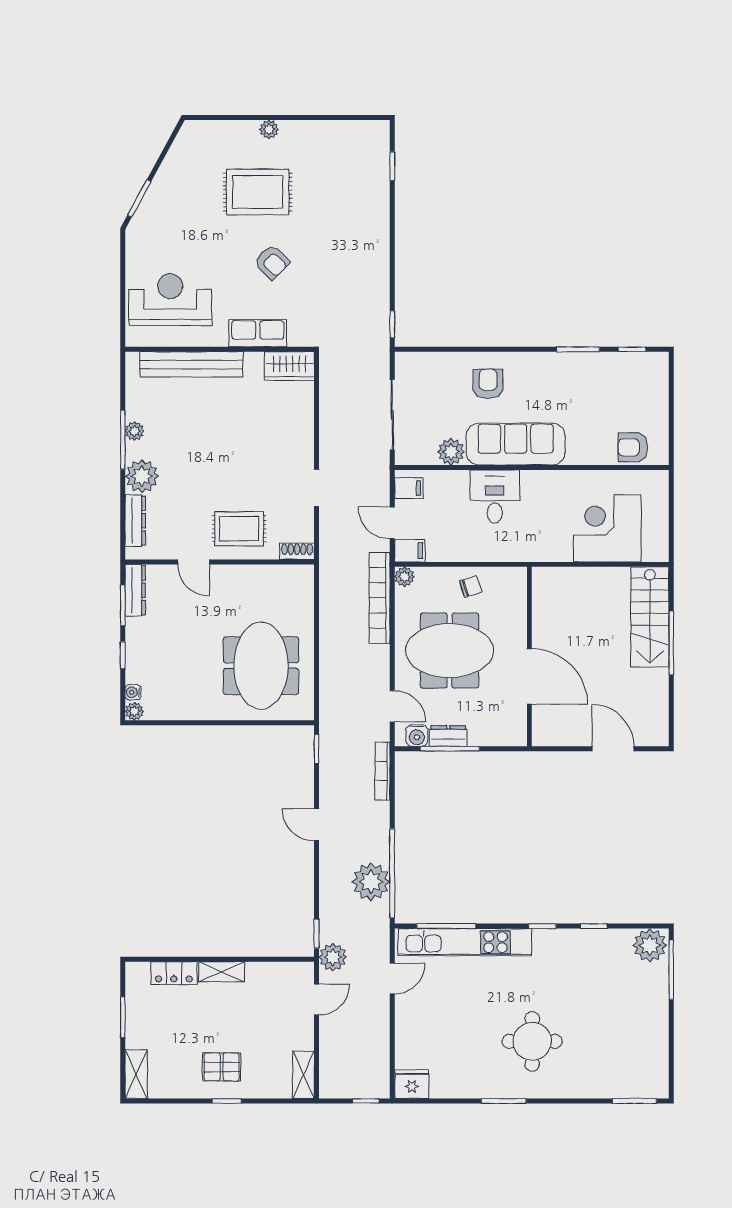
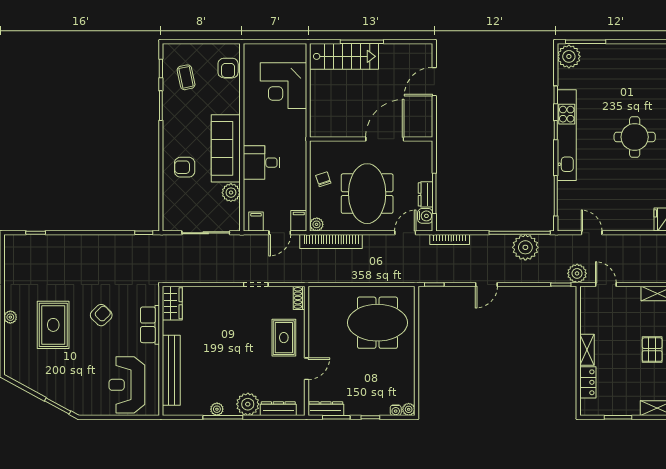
coffee table: (619, 386) -> (186, 77), added
kitchen unit: (465, 942) -> (567, 135), moved

